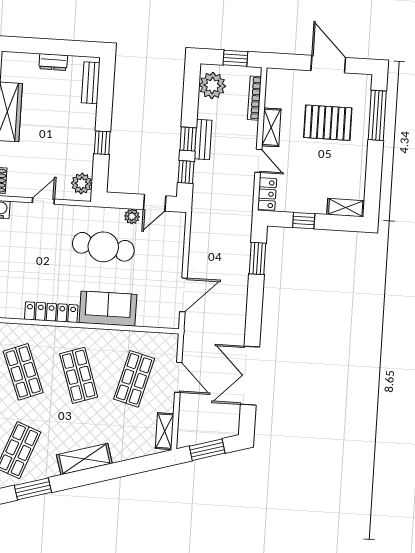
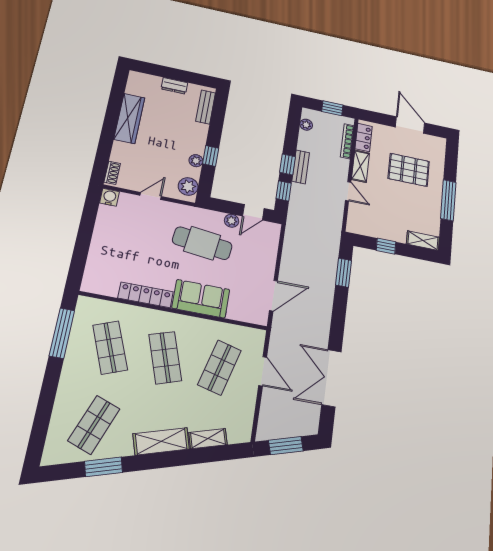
plant: (212, 86) -> (306, 125), width x0.53, depth x0.53
window: (377, 115) -> (448, 200), moved
plant: (87, 151) -> (196, 161), added
locker: (267, 194) -> (364, 137), moved
shelving: (165, 431) -> (208, 439), moved, turned 74

